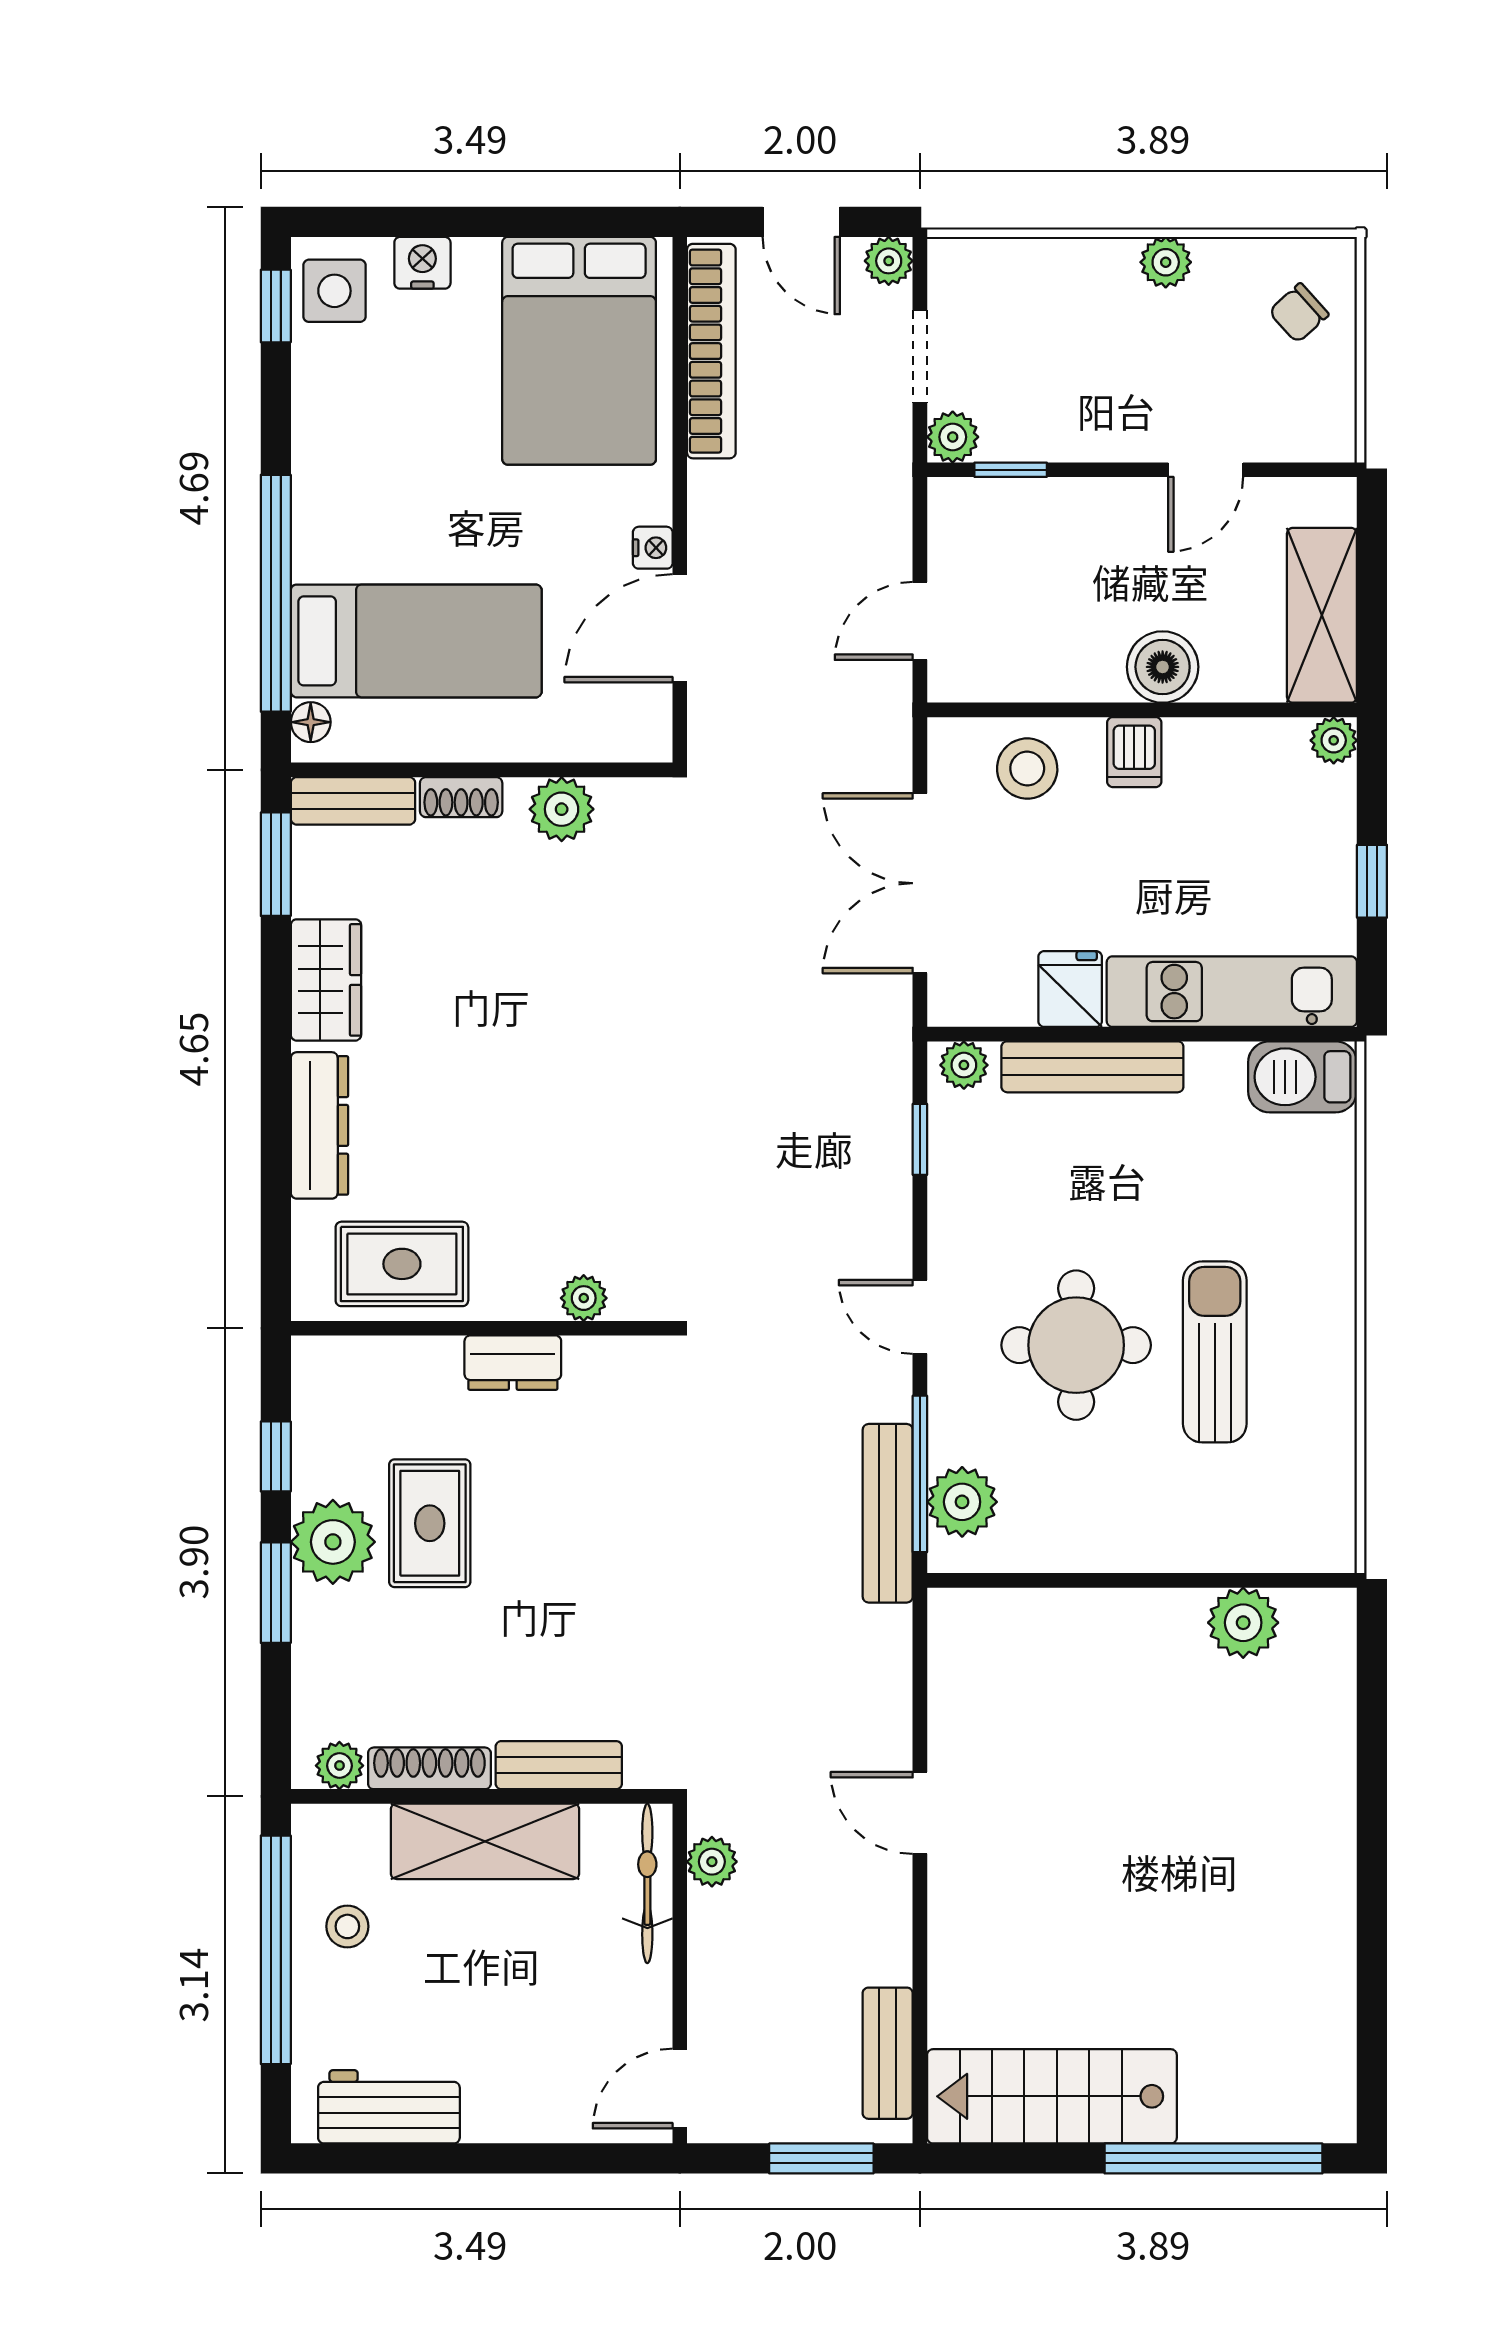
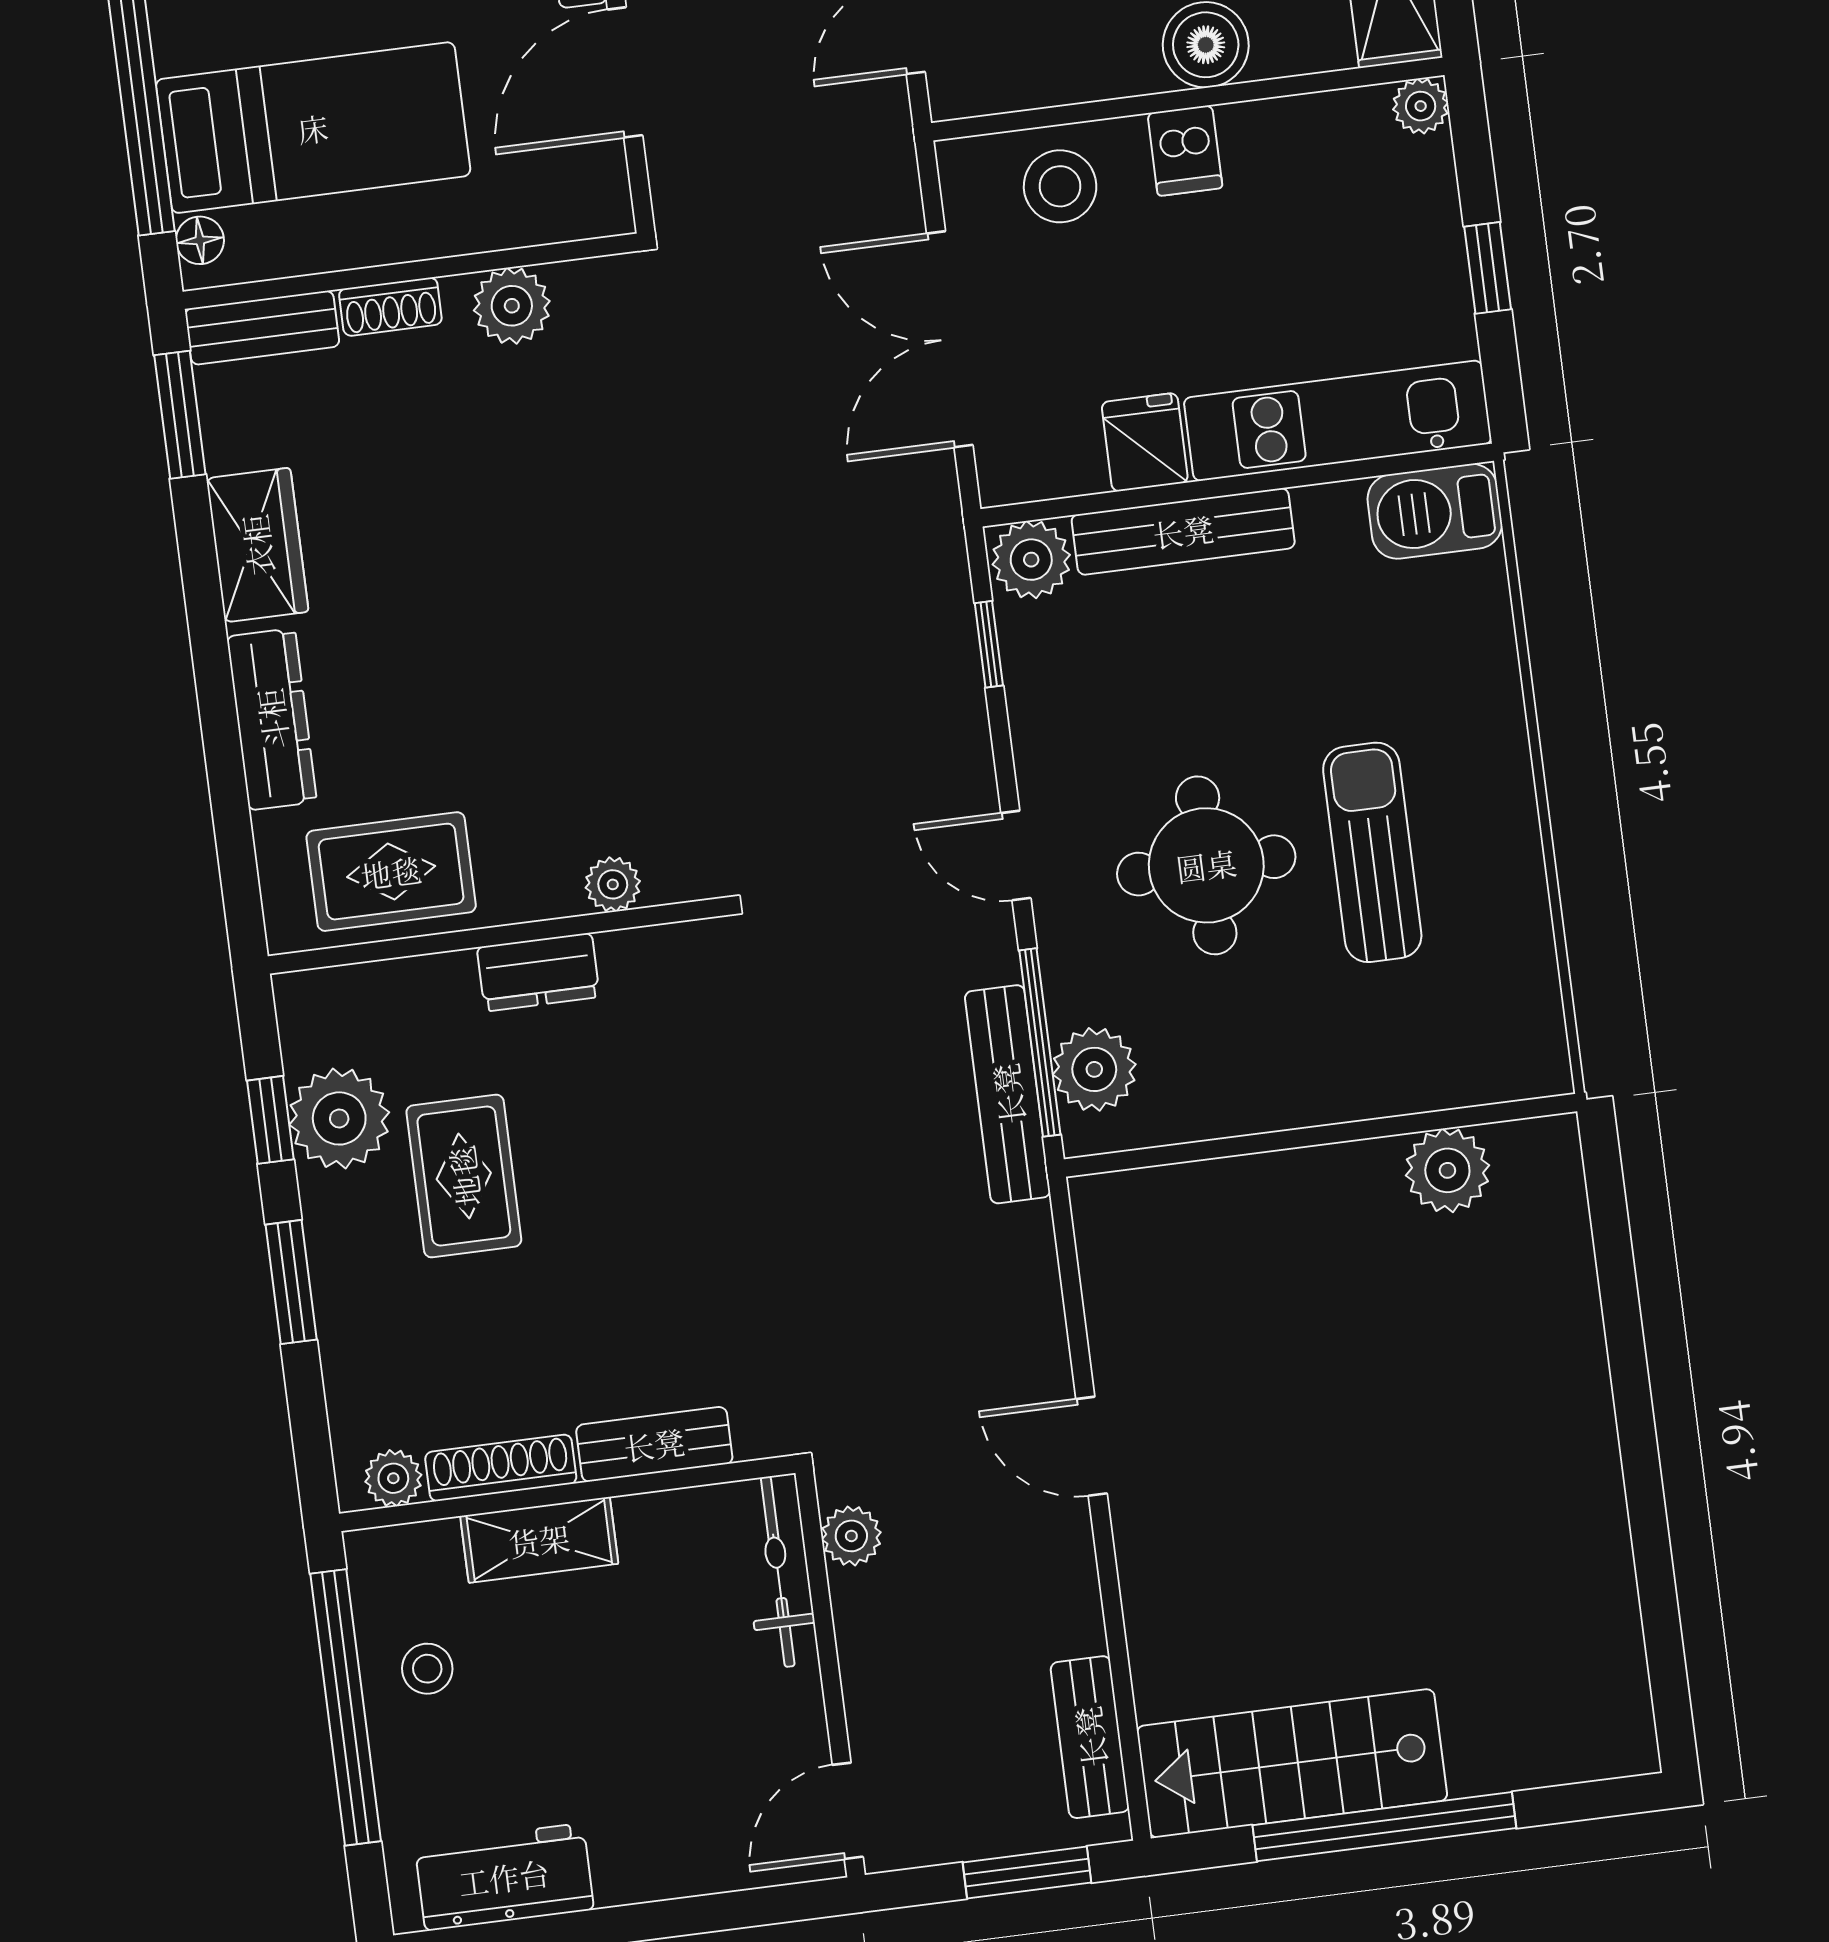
plant: (964, 1065) -> (1031, 560), width x1.38, depth x1.38
plant: (333, 1542) -> (339, 1118), moved
shelving: (485, 1841) -> (539, 1540), width x0.67, depth x0.75
window: (1214, 2158) -> (1384, 1827), moved

